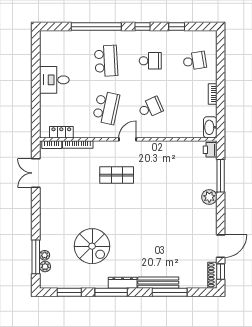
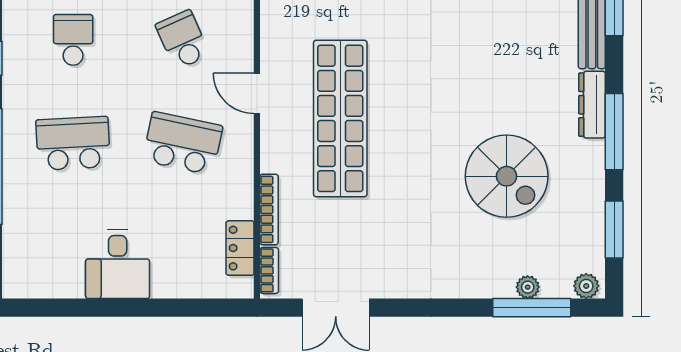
shop shelf: (117, 175) -> (340, 118), width x2.00, depth x1.36
spiral stairs: (92, 246) -> (507, 176), turned 90
plant: (45, 267) -> (586, 286), moved

